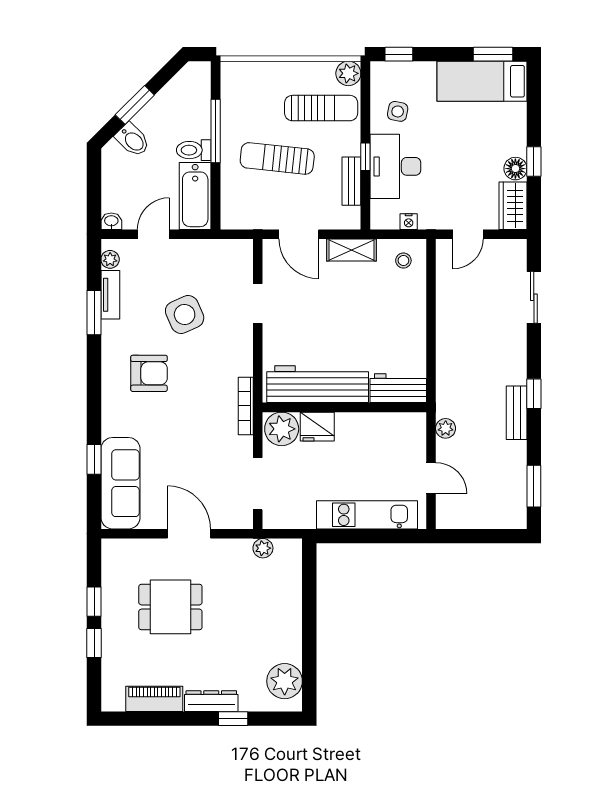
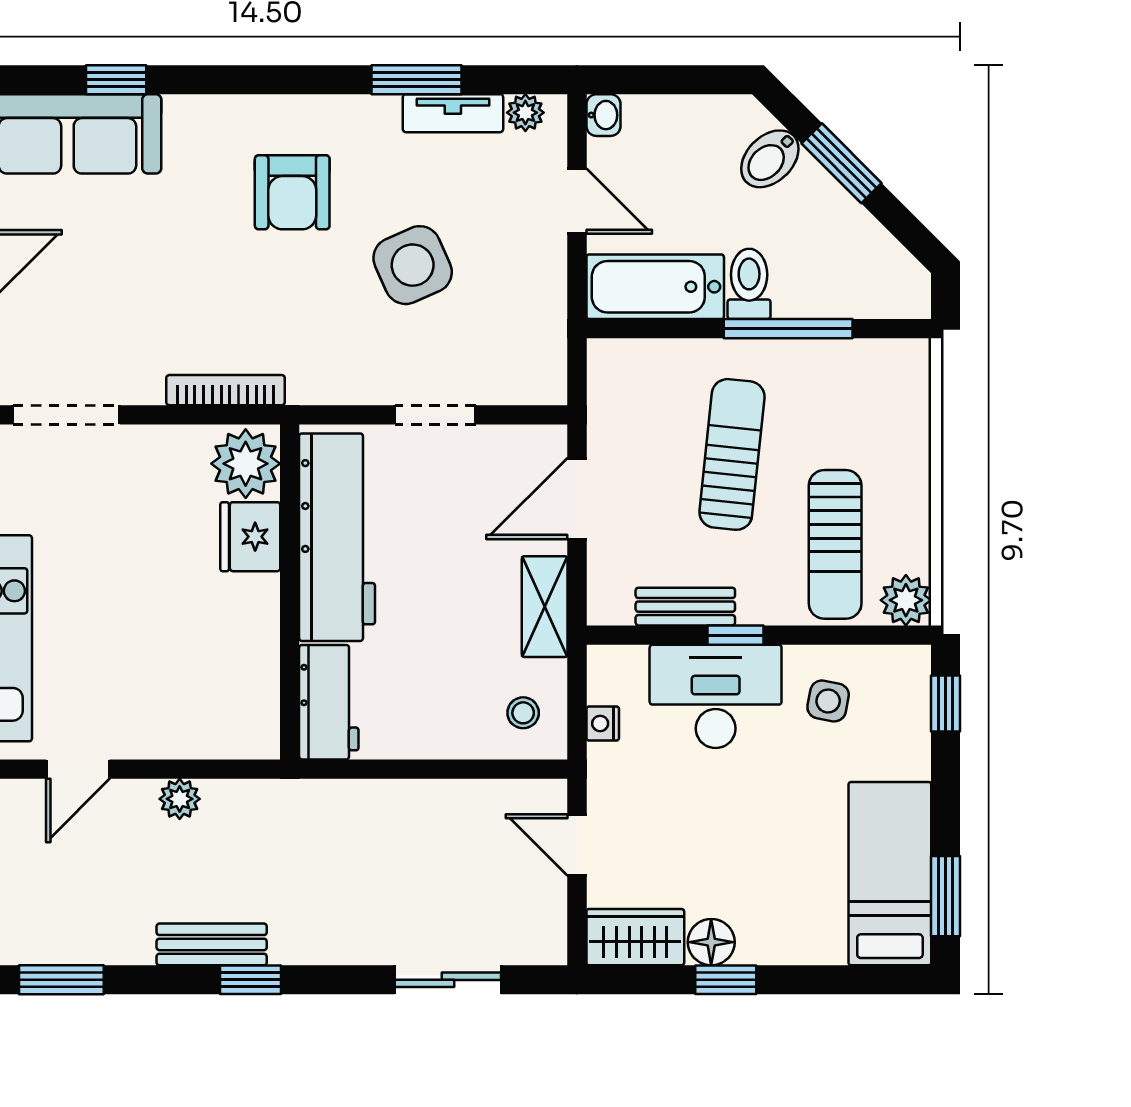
workbench: (318, 384) -> (337, 537), moved
workbench: (398, 388) -> (329, 702), moved
wall: (344, 407) -> (290, 592), moved
fridge: (317, 427) -> (250, 537), moved
plant: (282, 429) -> (246, 464), moved

